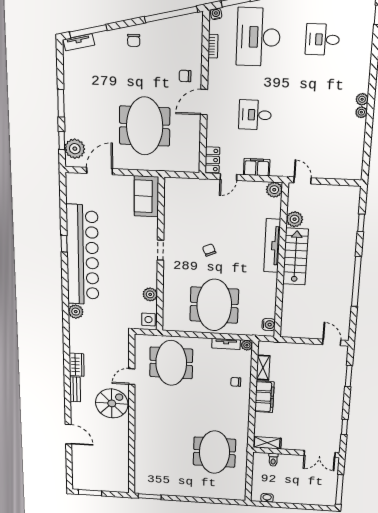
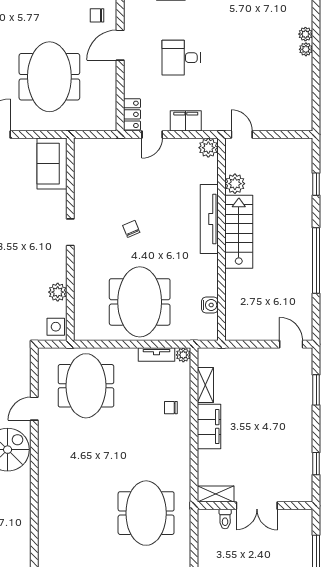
water cooler: (269, 325) -> (210, 305), moved
double door: (320, 454) -> (257, 506), moved

